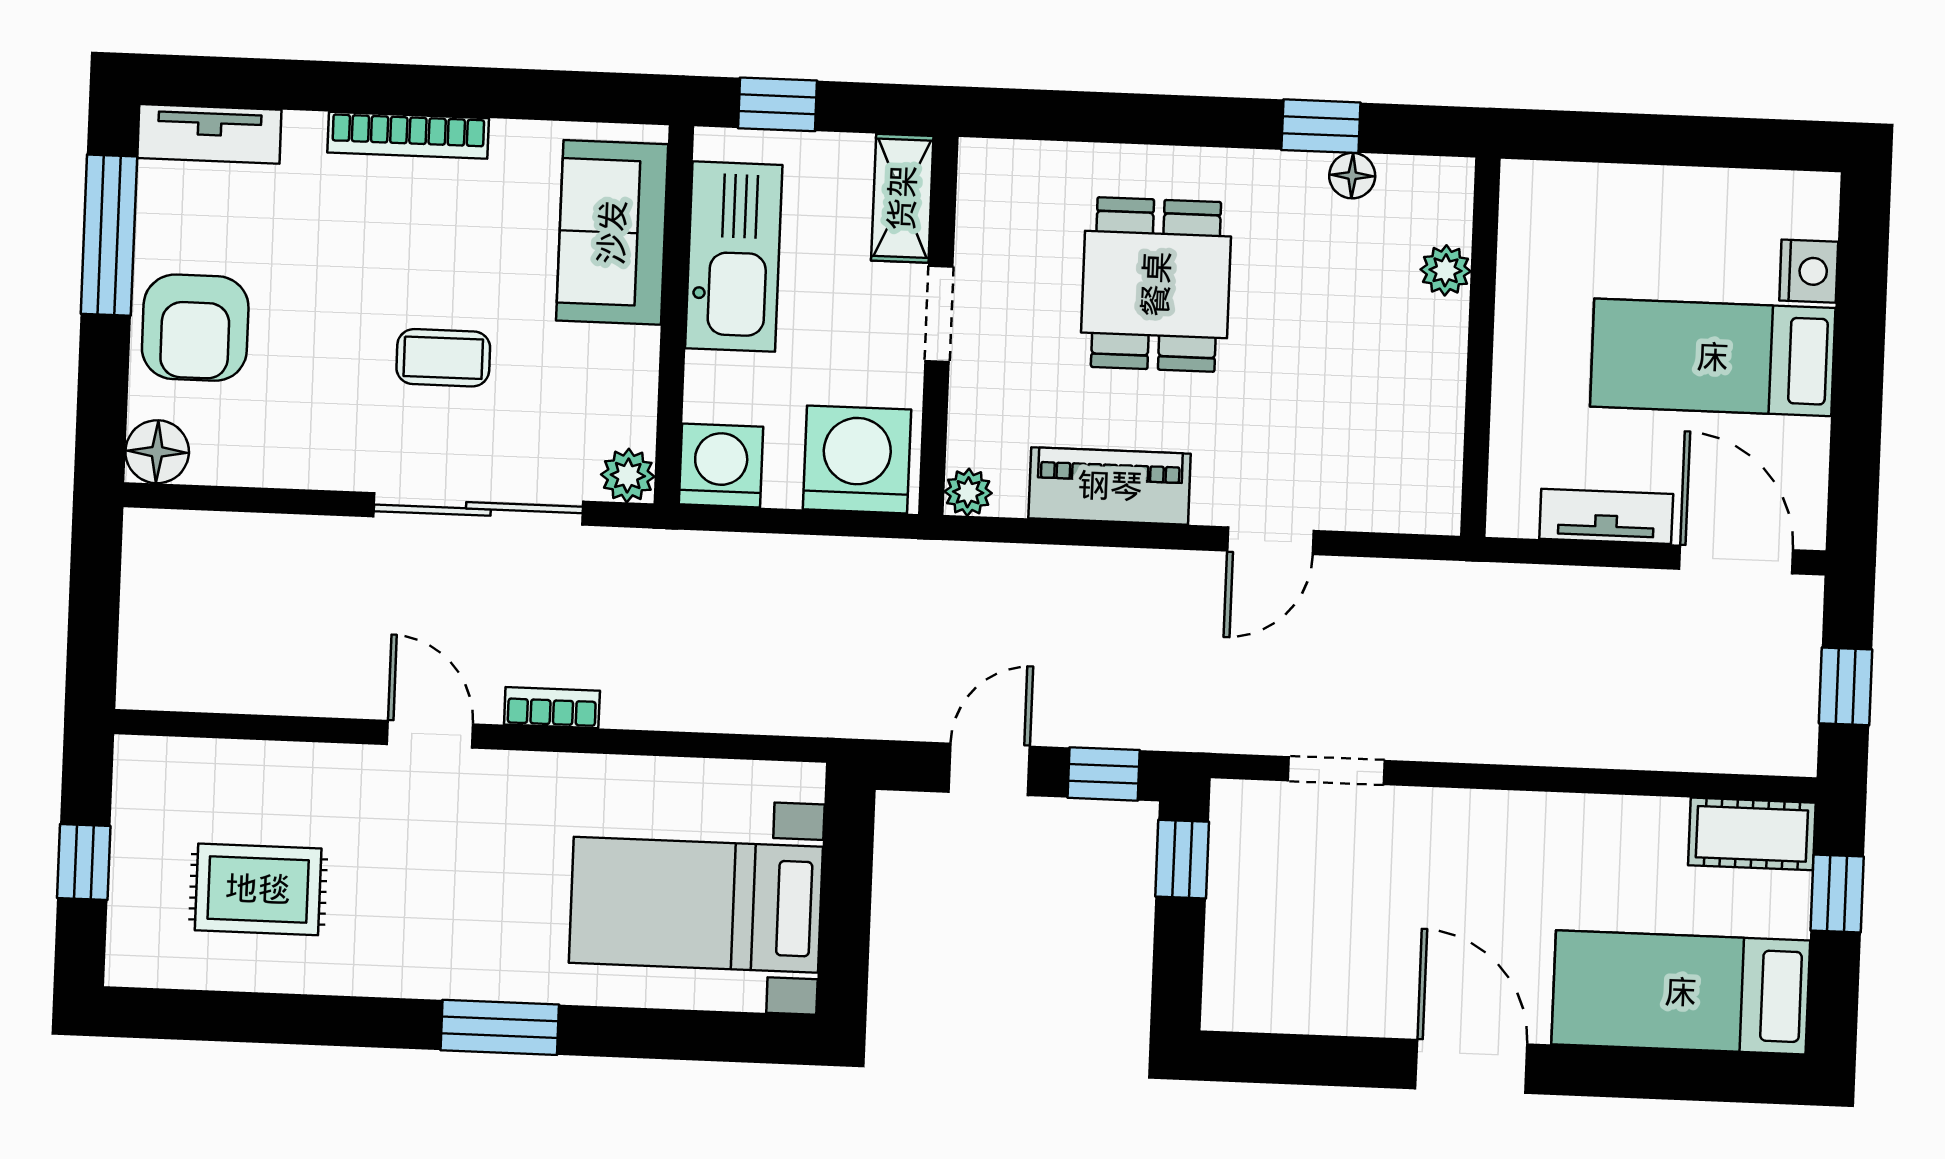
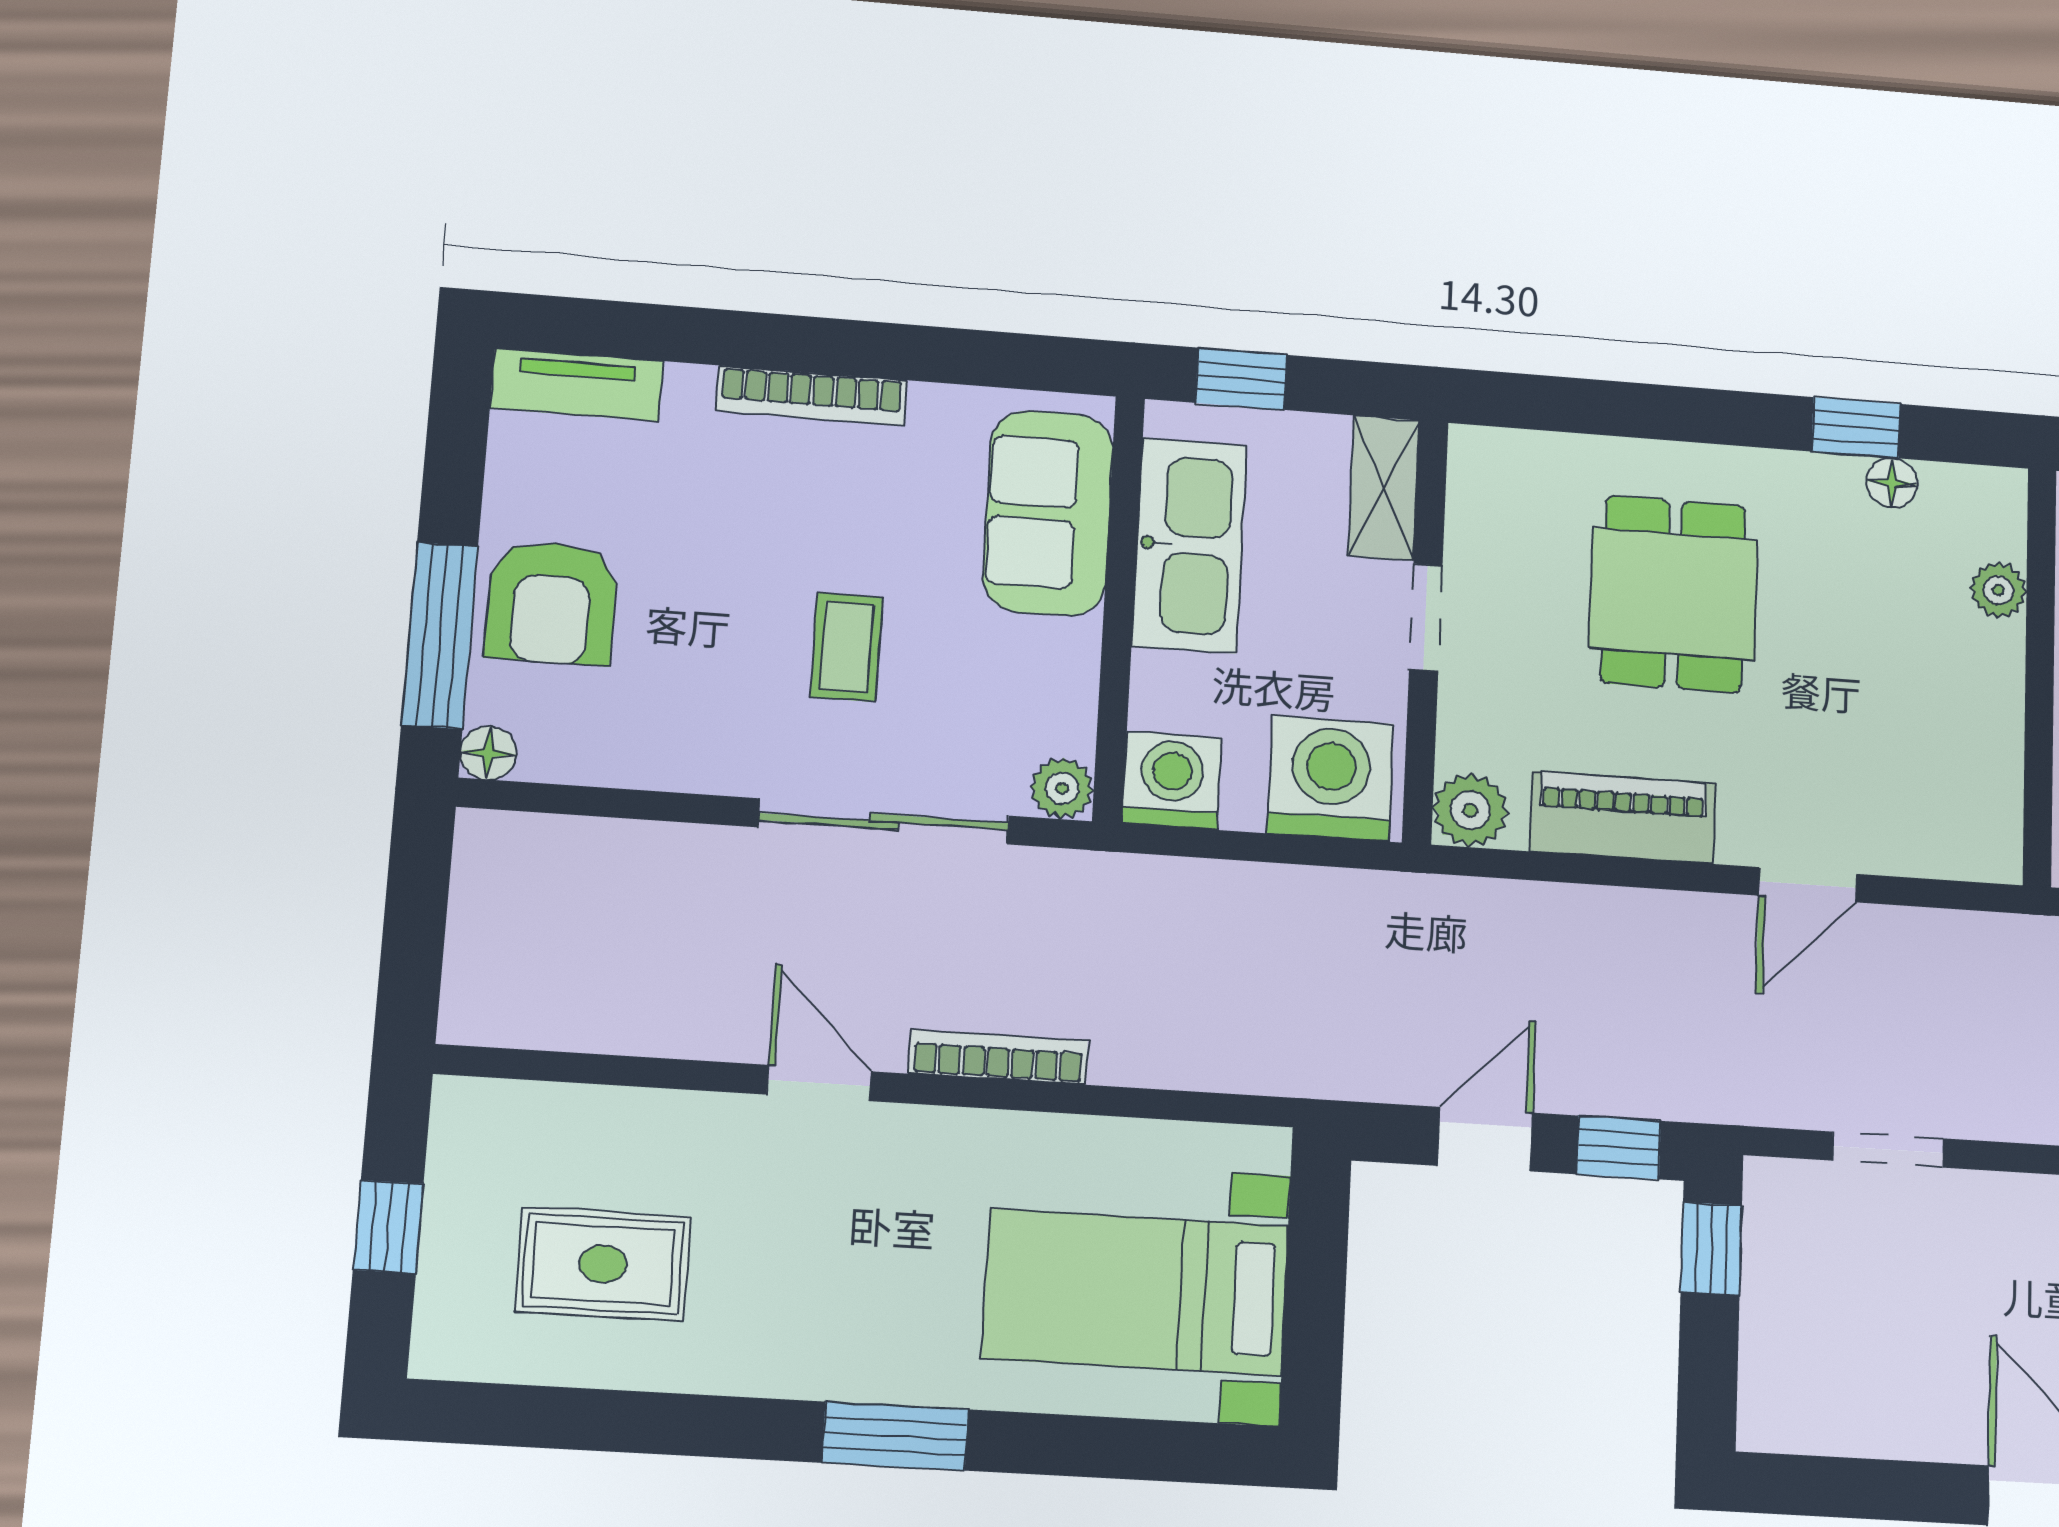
window: (109, 235) -> (440, 635), moved
coffee table: (443, 358) -> (846, 647), turned 90
floor lamp: (157, 452) -> (488, 753), width x0.73, depth x0.73
plant: (968, 492) -> (1470, 810), width x1.38, depth x1.38
bookcase: (552, 708) -> (998, 1057), width x1.56

